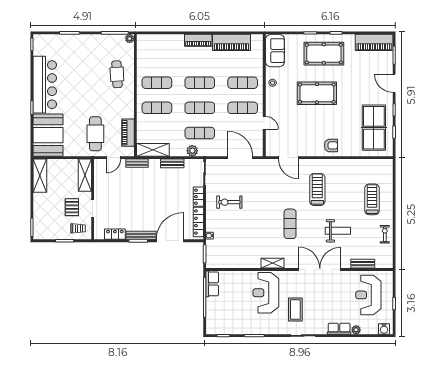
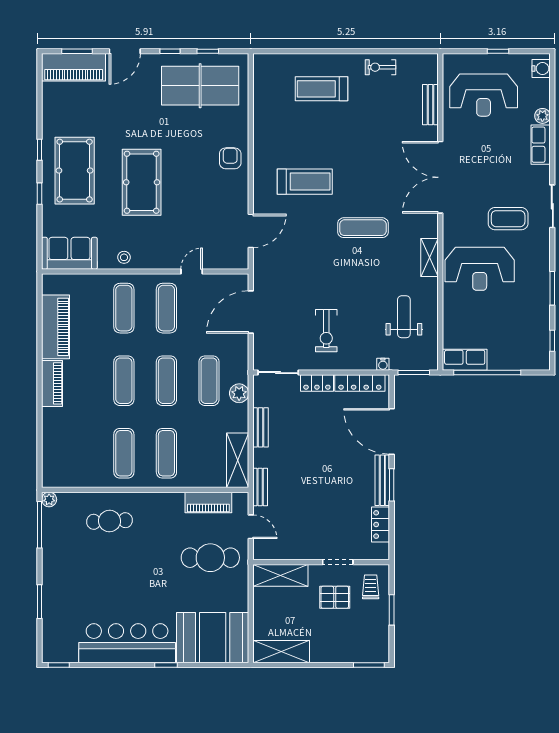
piano: (374, 42) -> (74, 67), moved, turned 90
treadmill: (317, 189) -> (305, 182), turned 180
weight bench: (338, 231) -> (404, 317), moved

